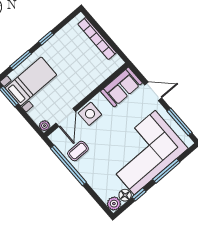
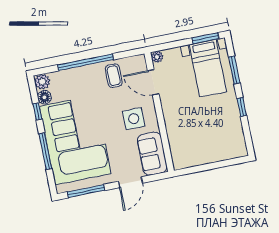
bookcase: (97, 38) -> (213, 157), removed
side table: (90, 114) -> (134, 119), moved
window: (68, 165) -> (86, 62), moved

